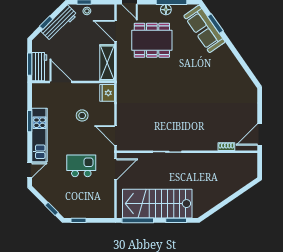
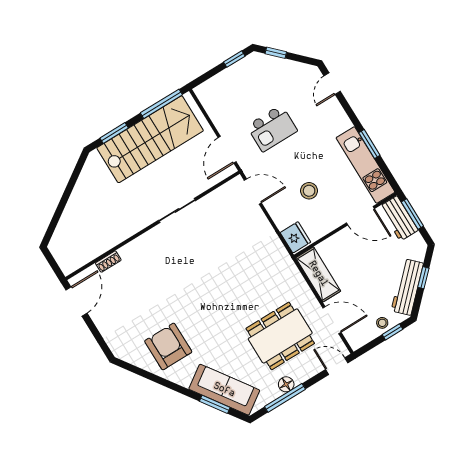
armchair: (222, 75) -> (168, 346), added
kitchen unit: (39, 135) -> (365, 165), moved

